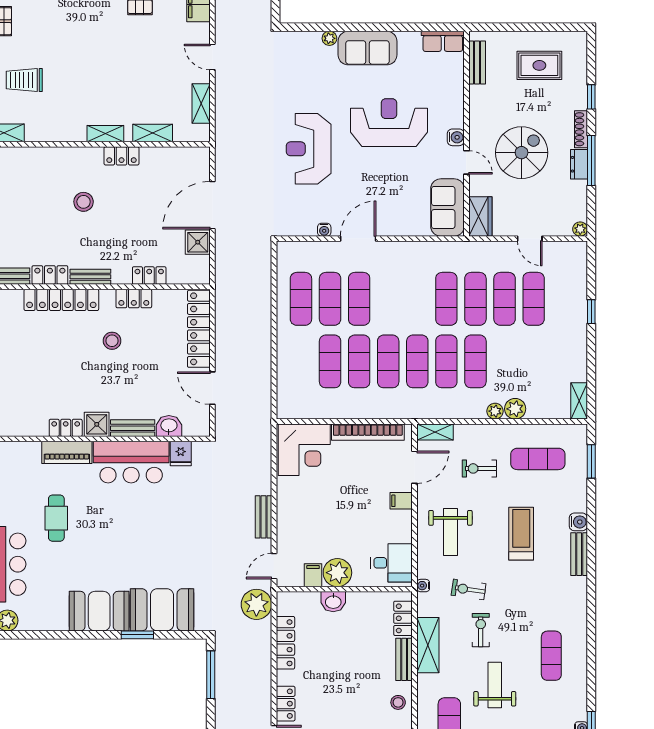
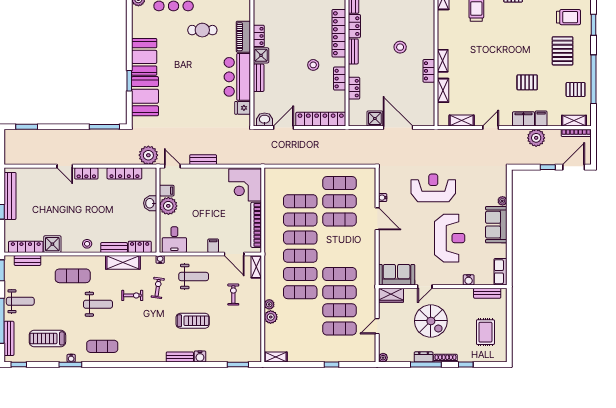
water cooler: (456, 137) -> (469, 280), moved
washbasin: (169, 426) -> (265, 120), moved, turned -90
exercise mat: (538, 459) -> (239, 331), removed
weight bench: (450, 532) -> (194, 277), turned 180
exercise mat: (551, 656) -> (102, 346), moved

